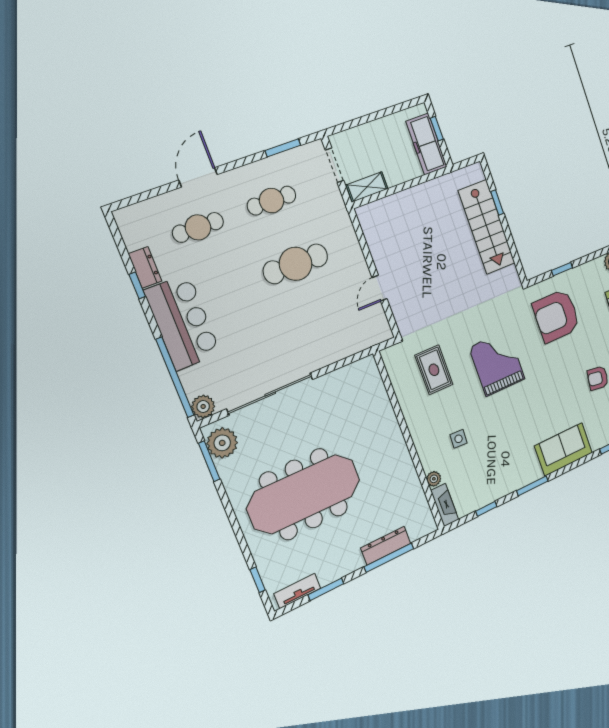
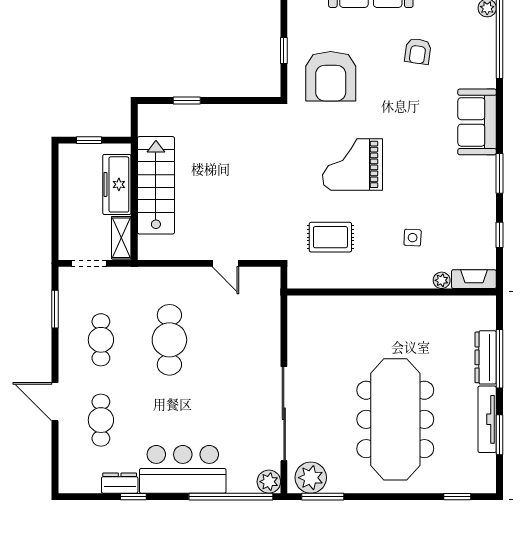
freezer: (426, 144) -> (117, 184), moved, turned 90
stairs: (487, 227) -> (156, 185), moved, turned -90
tv unit: (297, 591) -> (487, 419), moved, width x1.41

